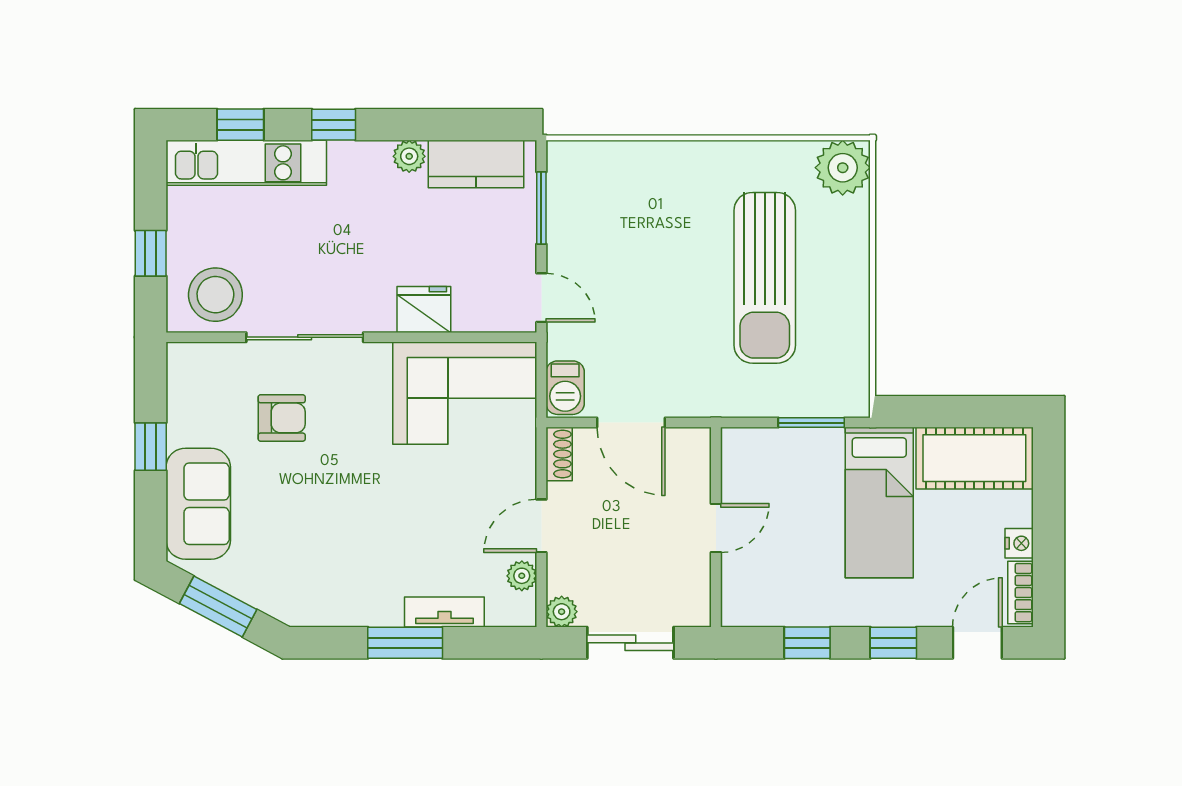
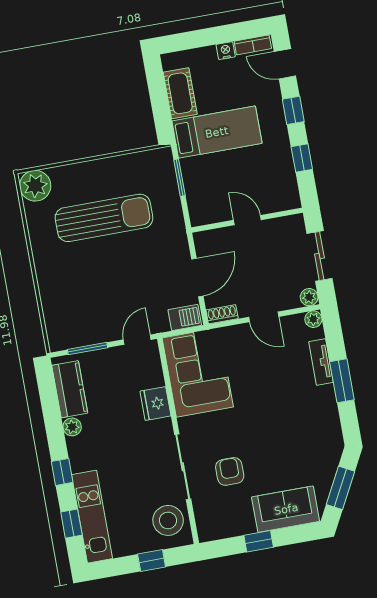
cot: (974, 458) -> (180, 93), width x0.73, depth x0.75
plant: (522, 576) -> (313, 319), moved

